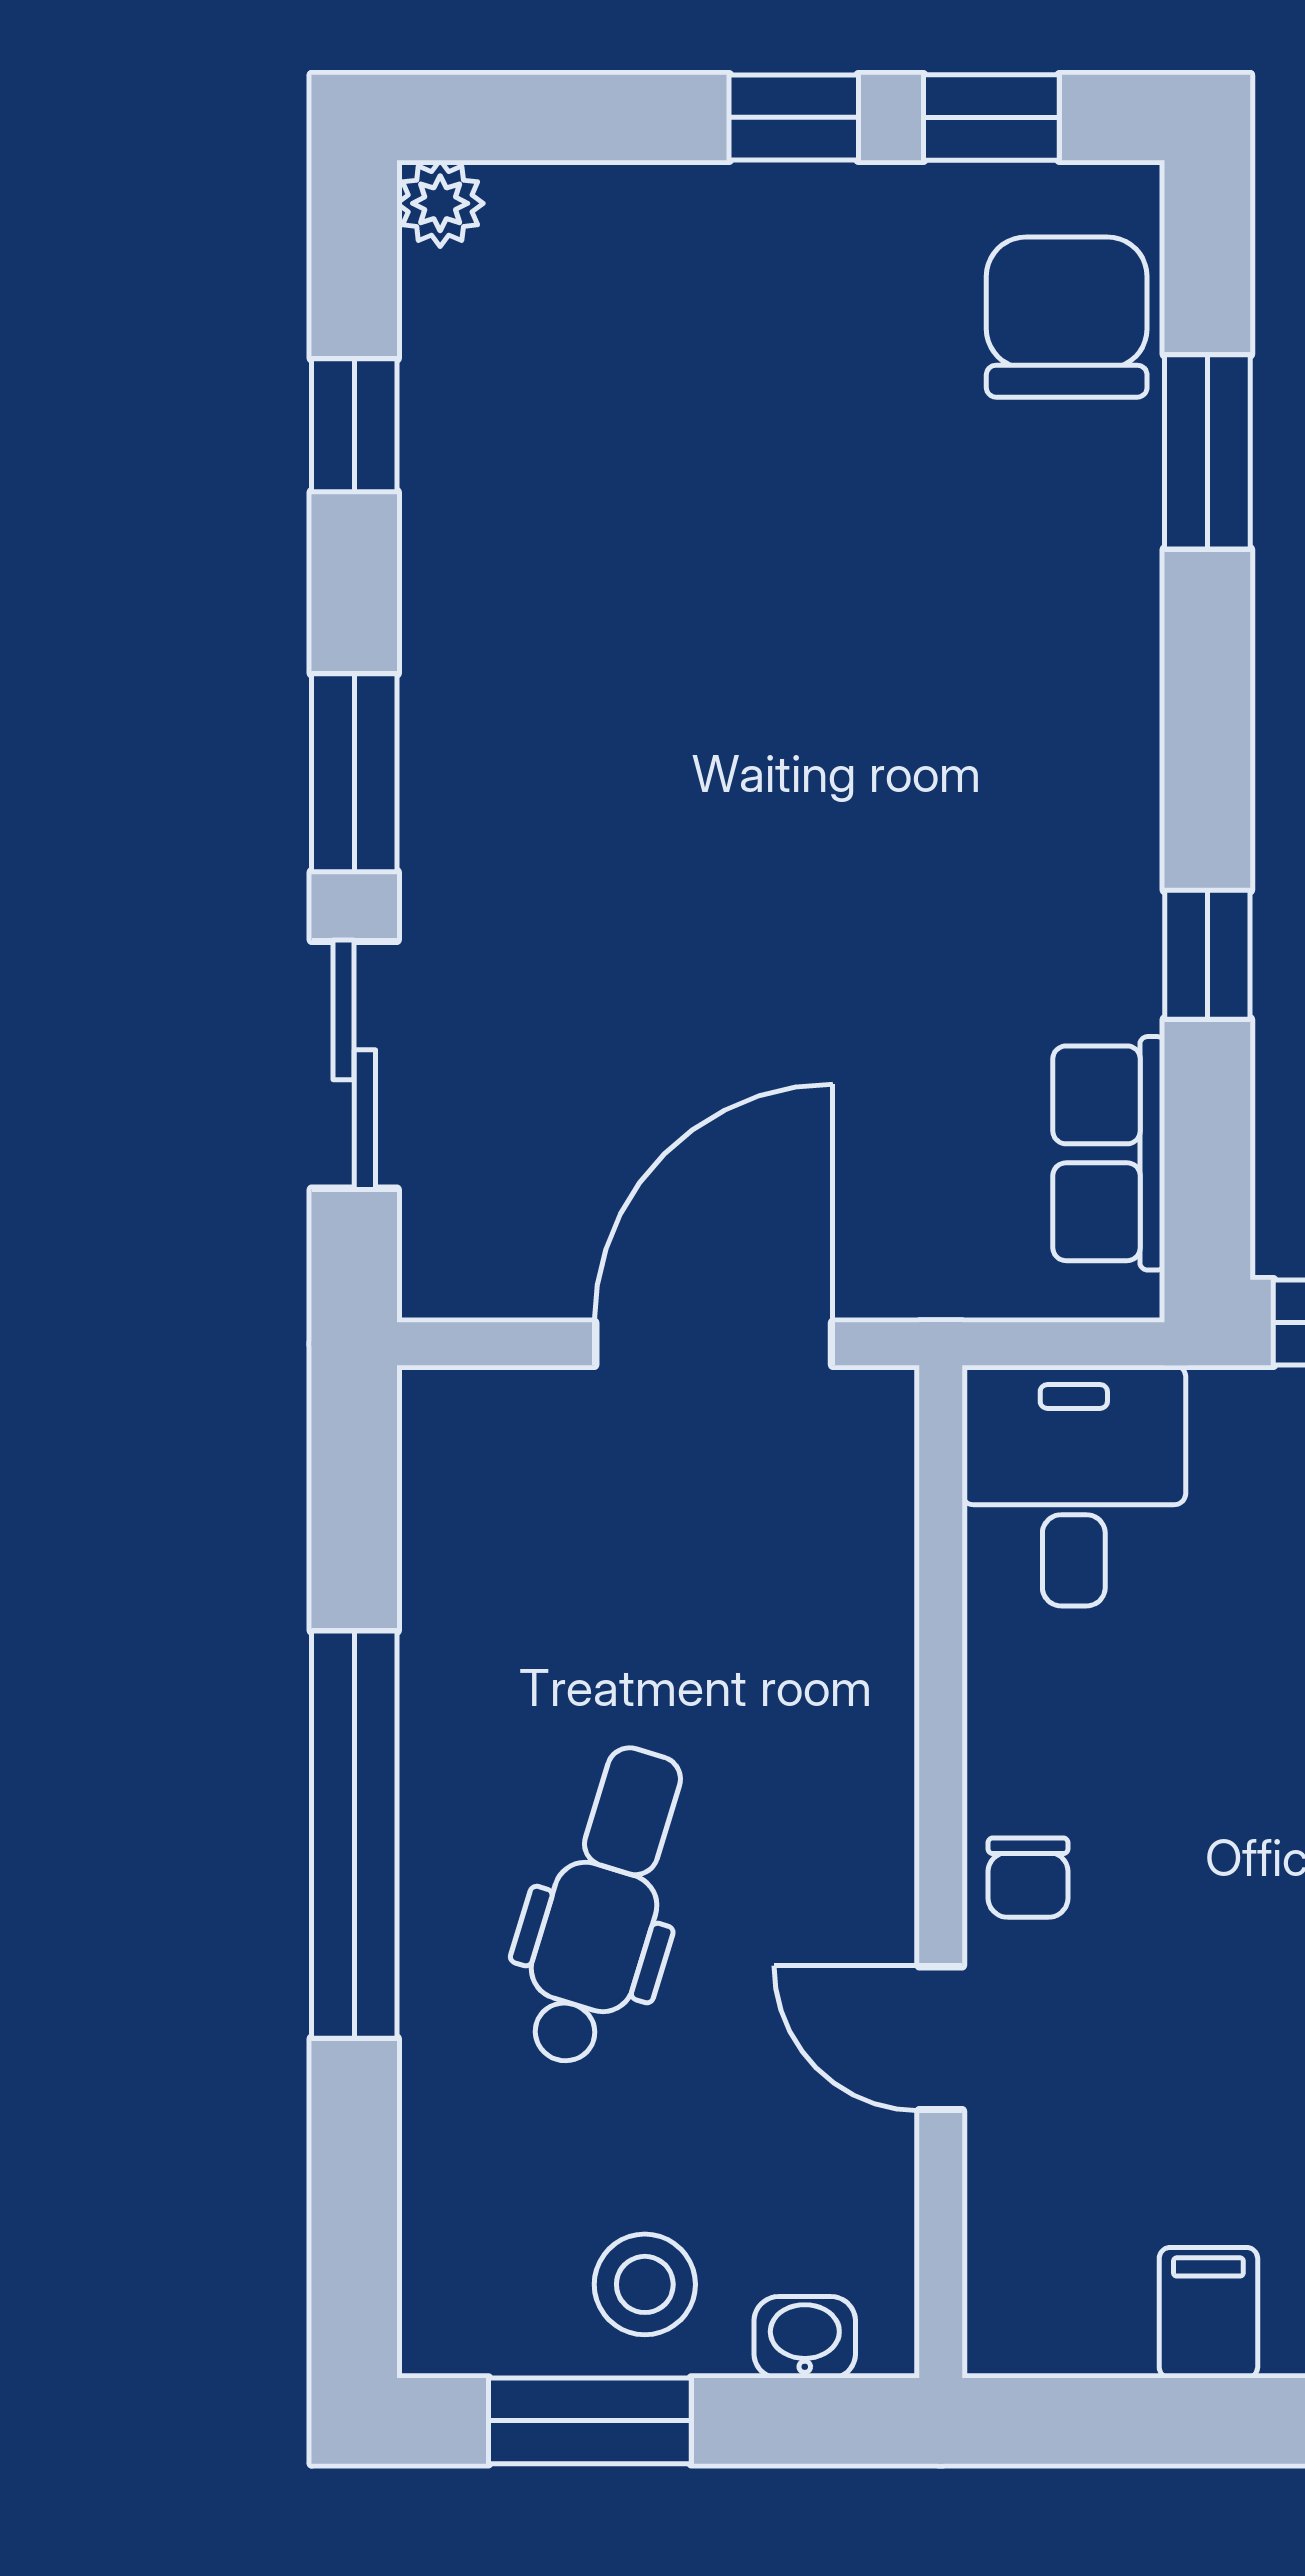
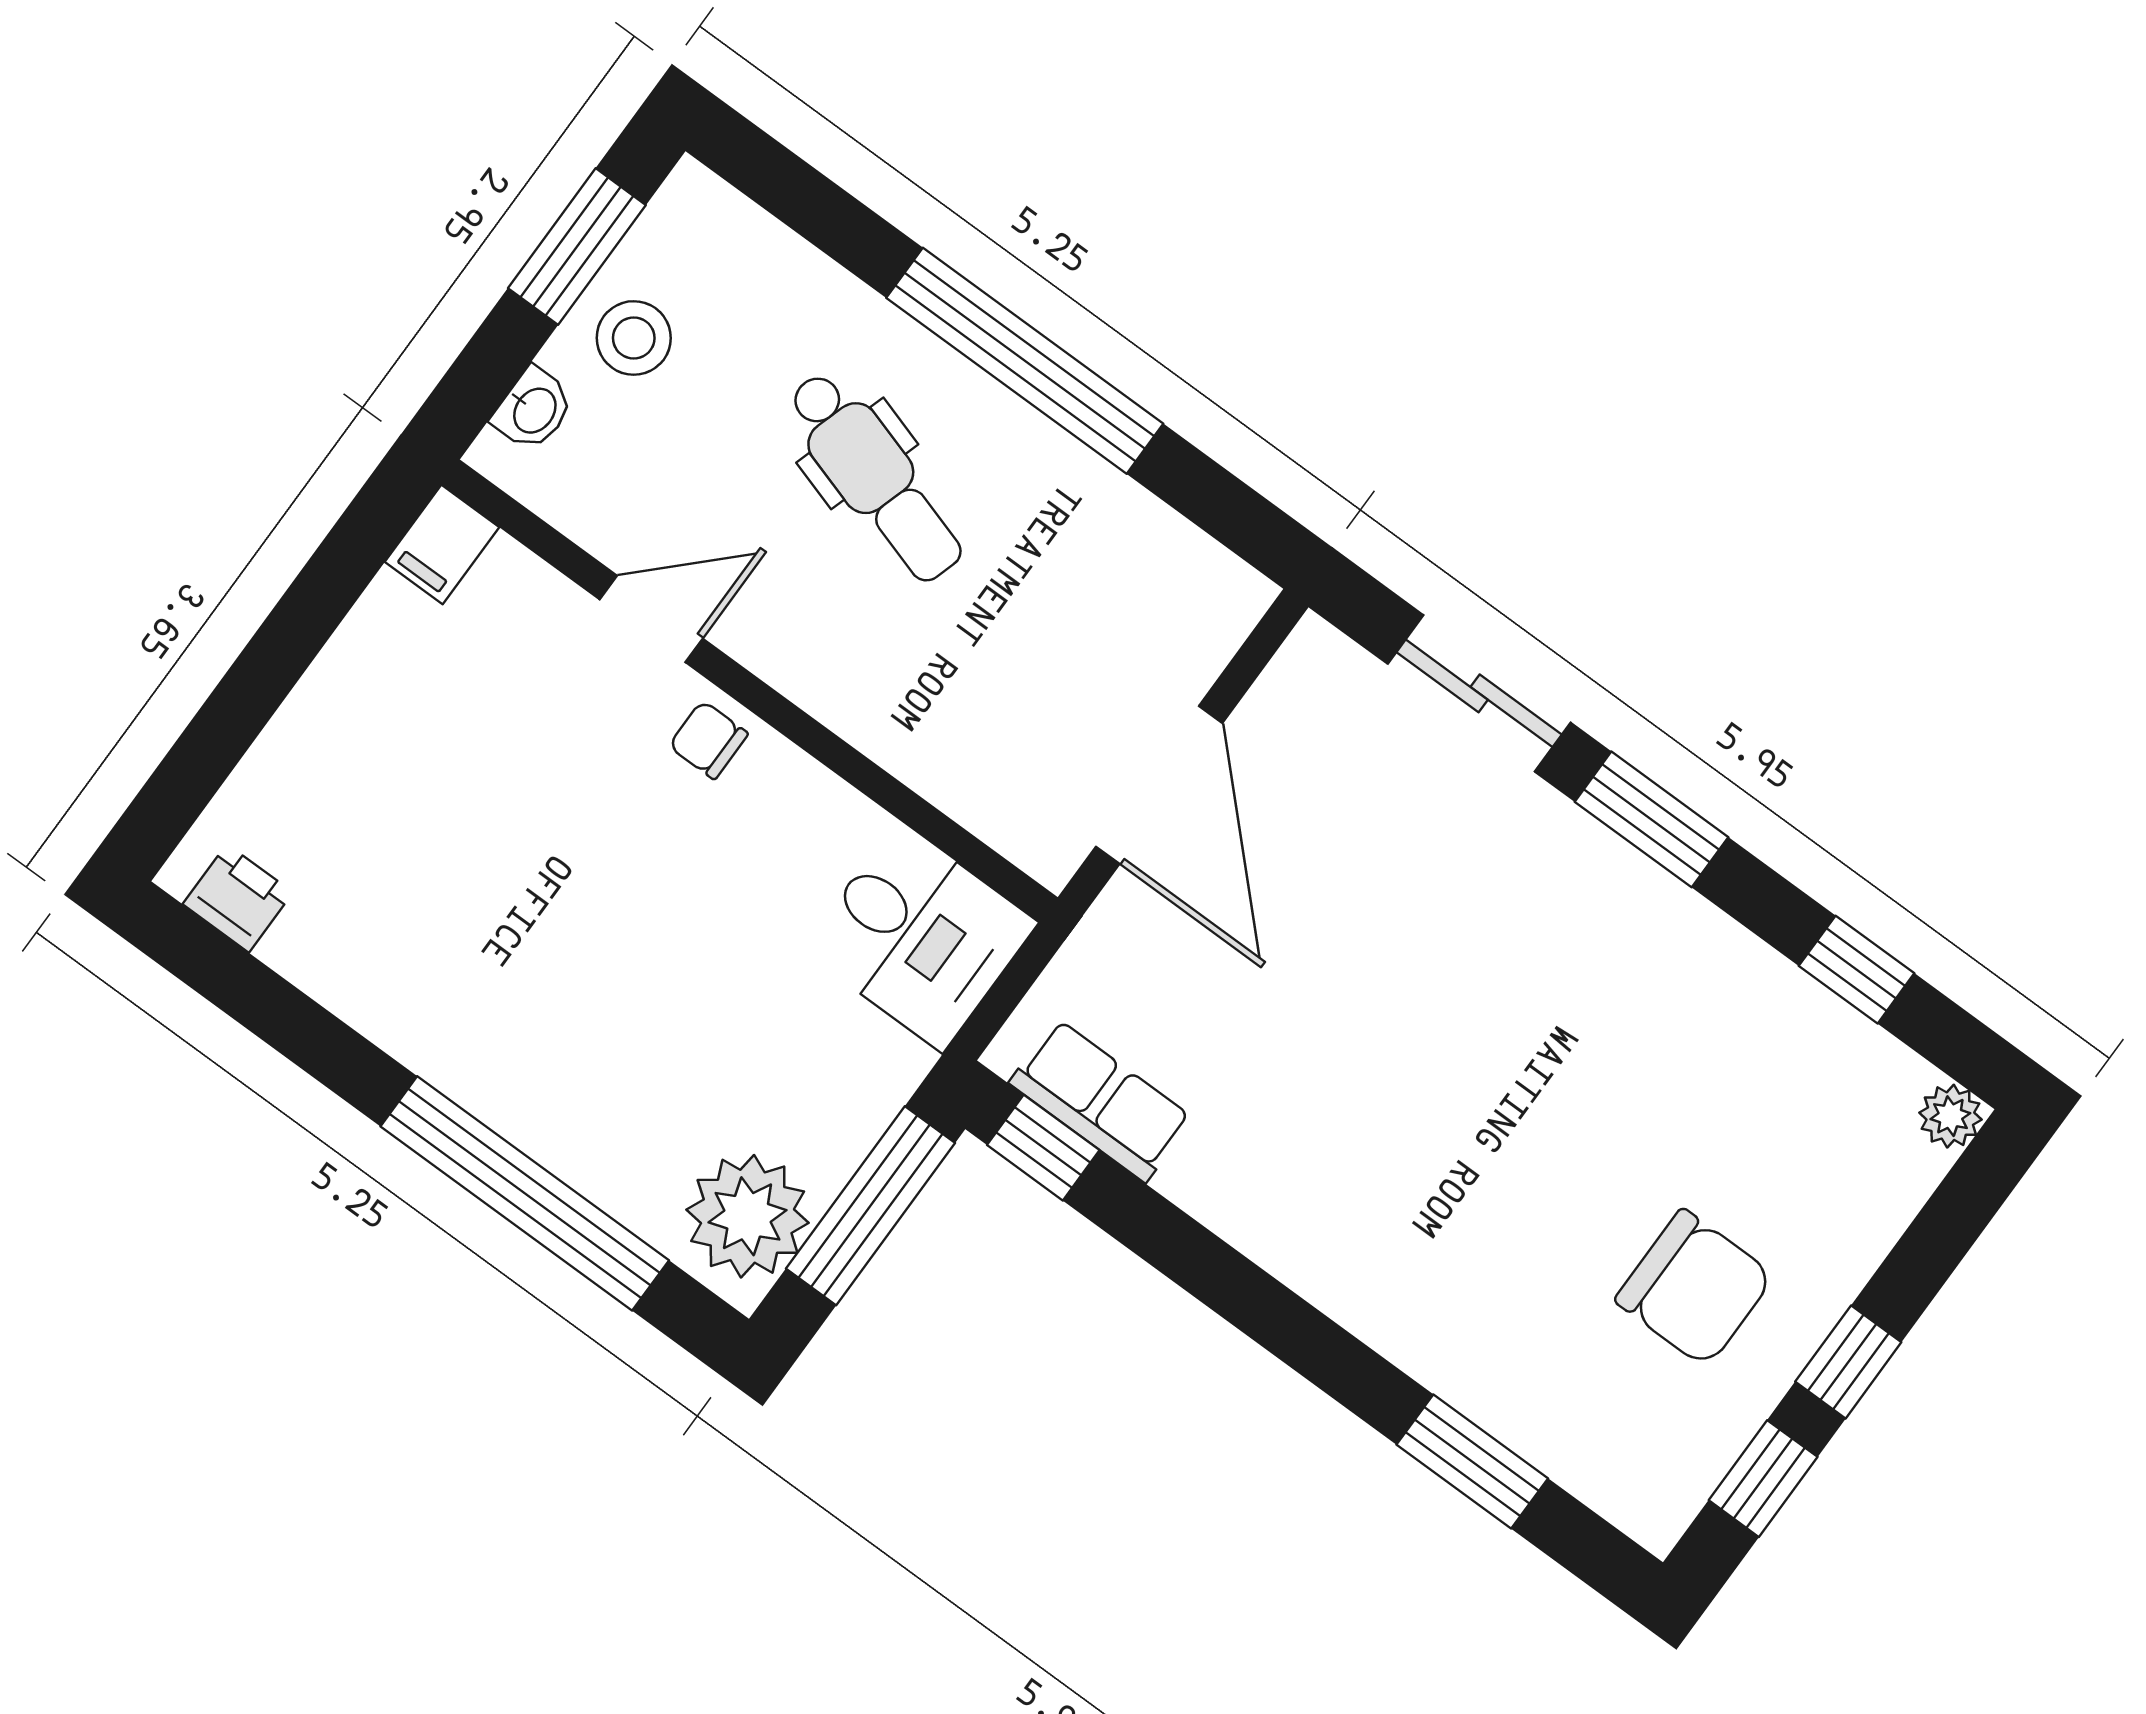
chair: (1067, 317) -> (1694, 1288), moved
window: (1207, 955) -> (1043, 1148), moved
filing cabinet: (1208, 2313) -> (442, 545), moved, turned 90

